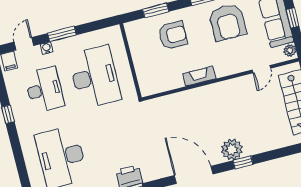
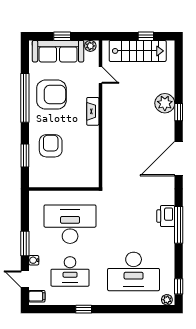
fireplace: (199, 76) -> (93, 111), moved
desk: (44, 90) -> (70, 271), turned 180
plant: (232, 149) -> (165, 103), moved

